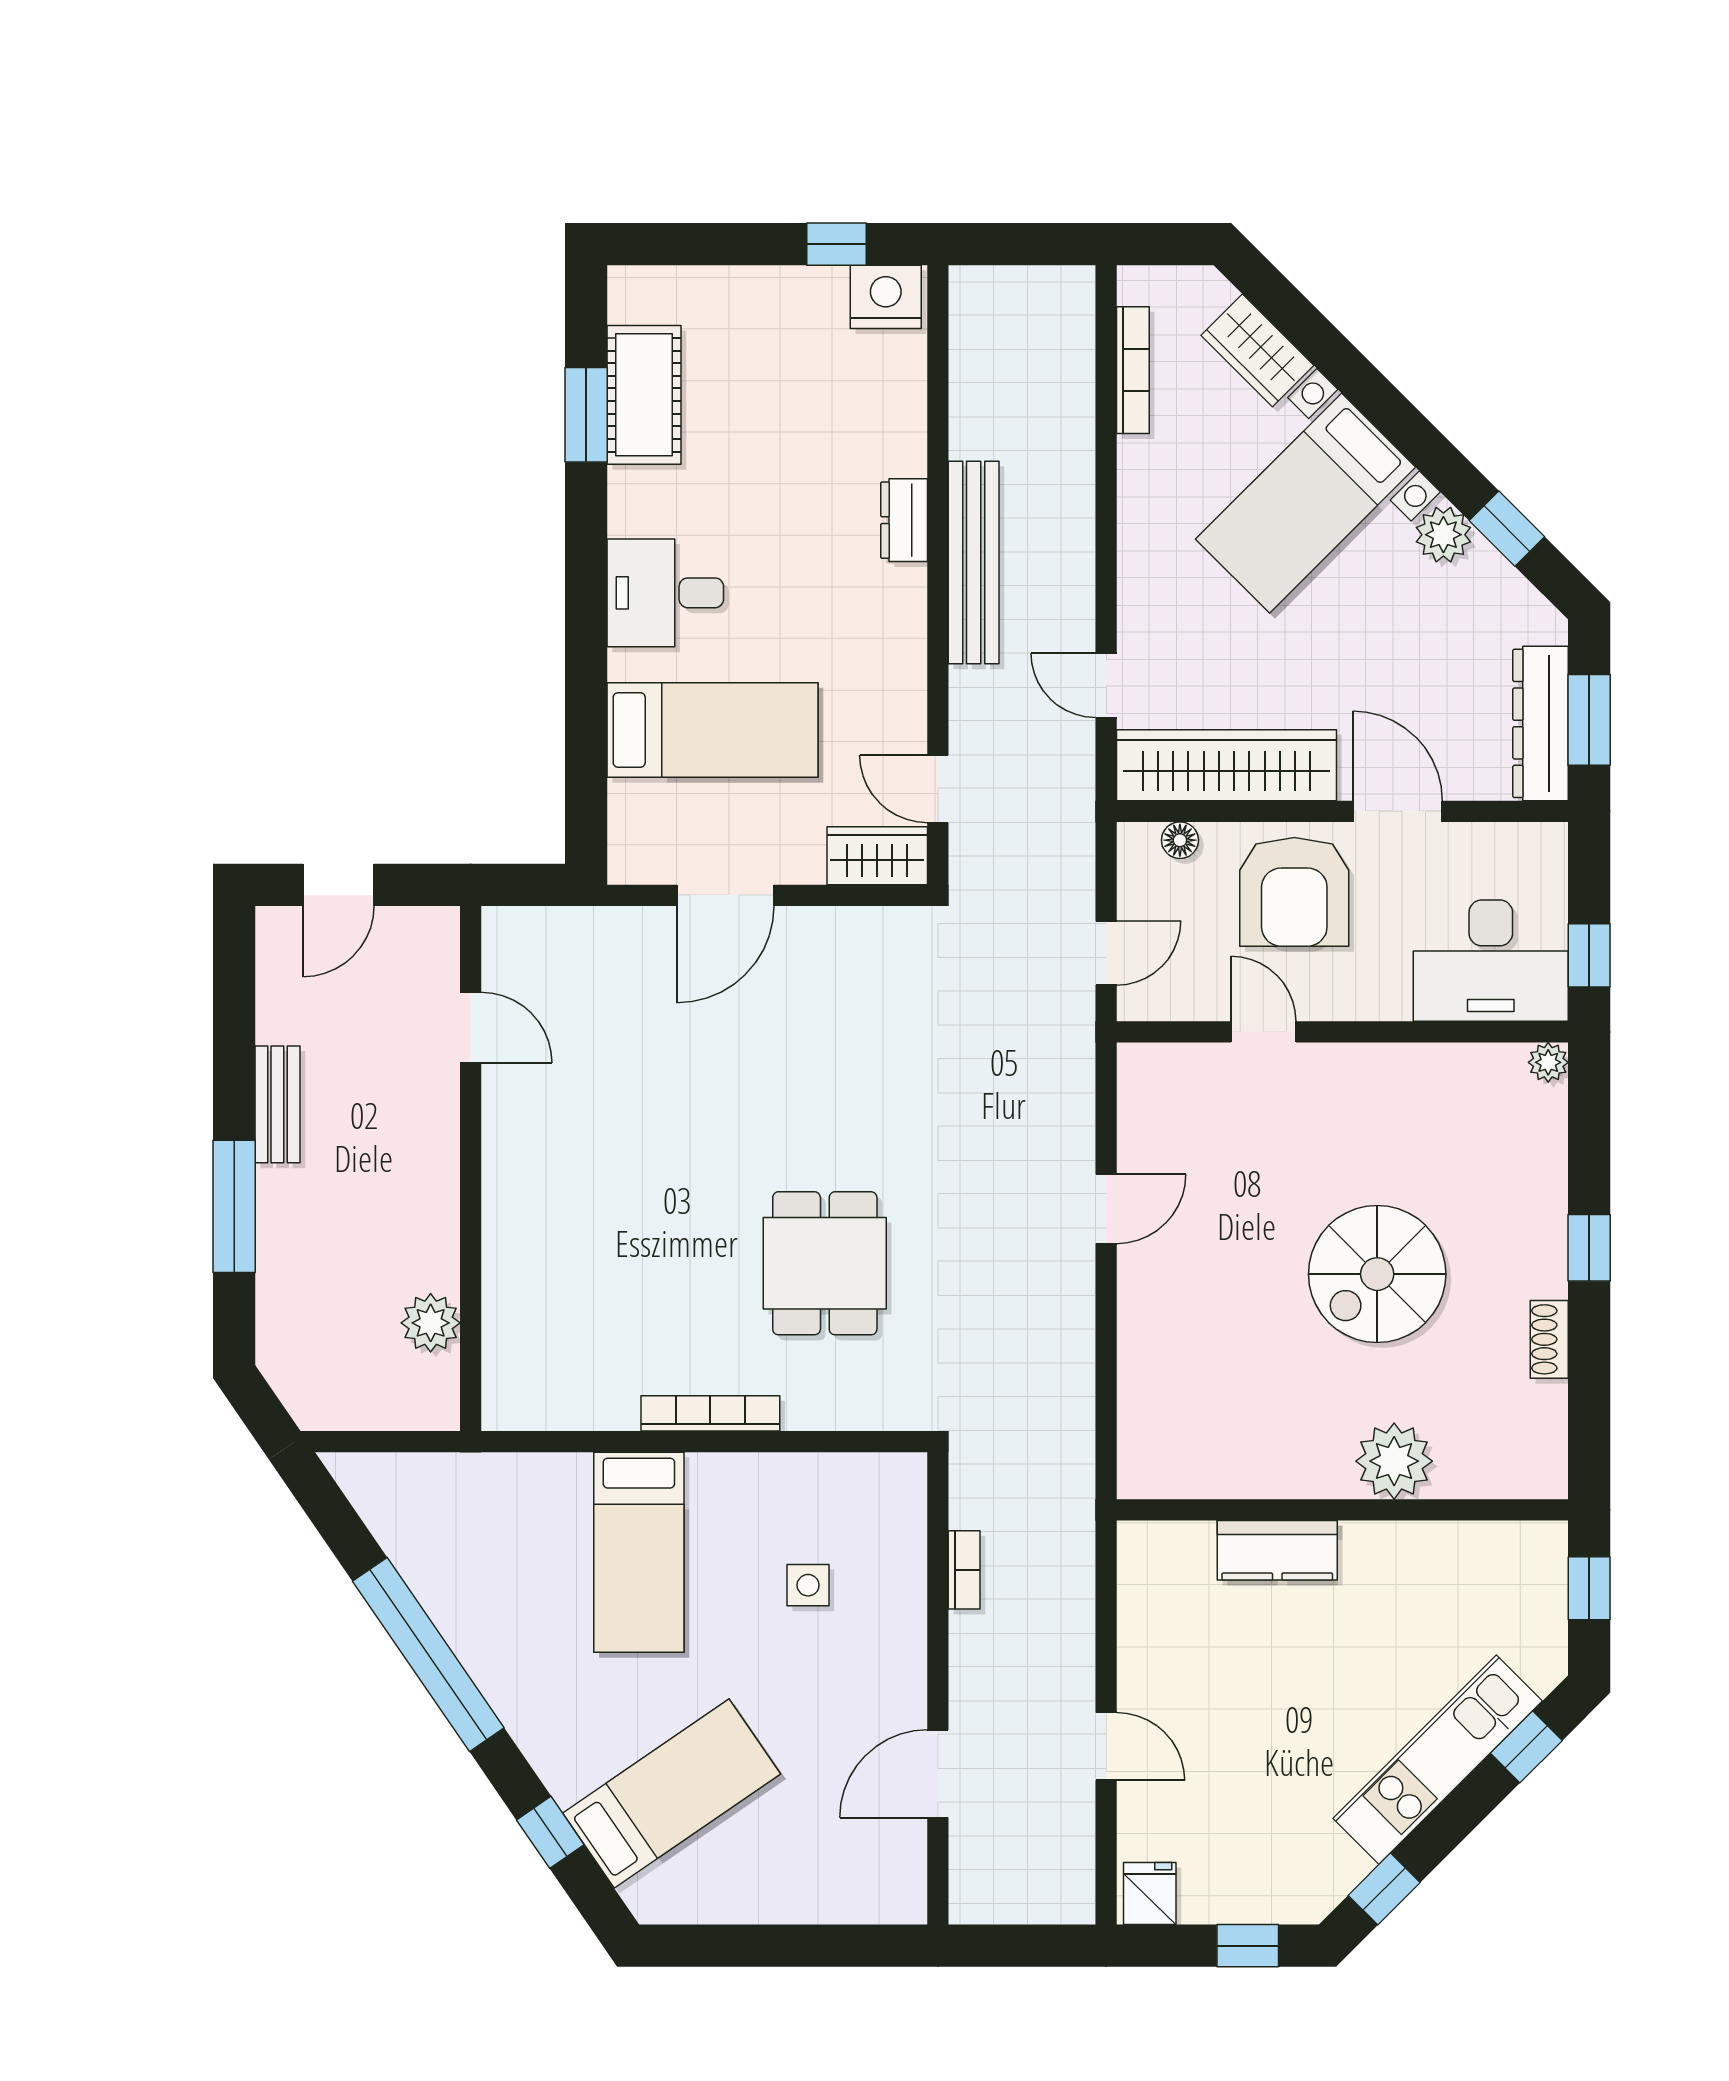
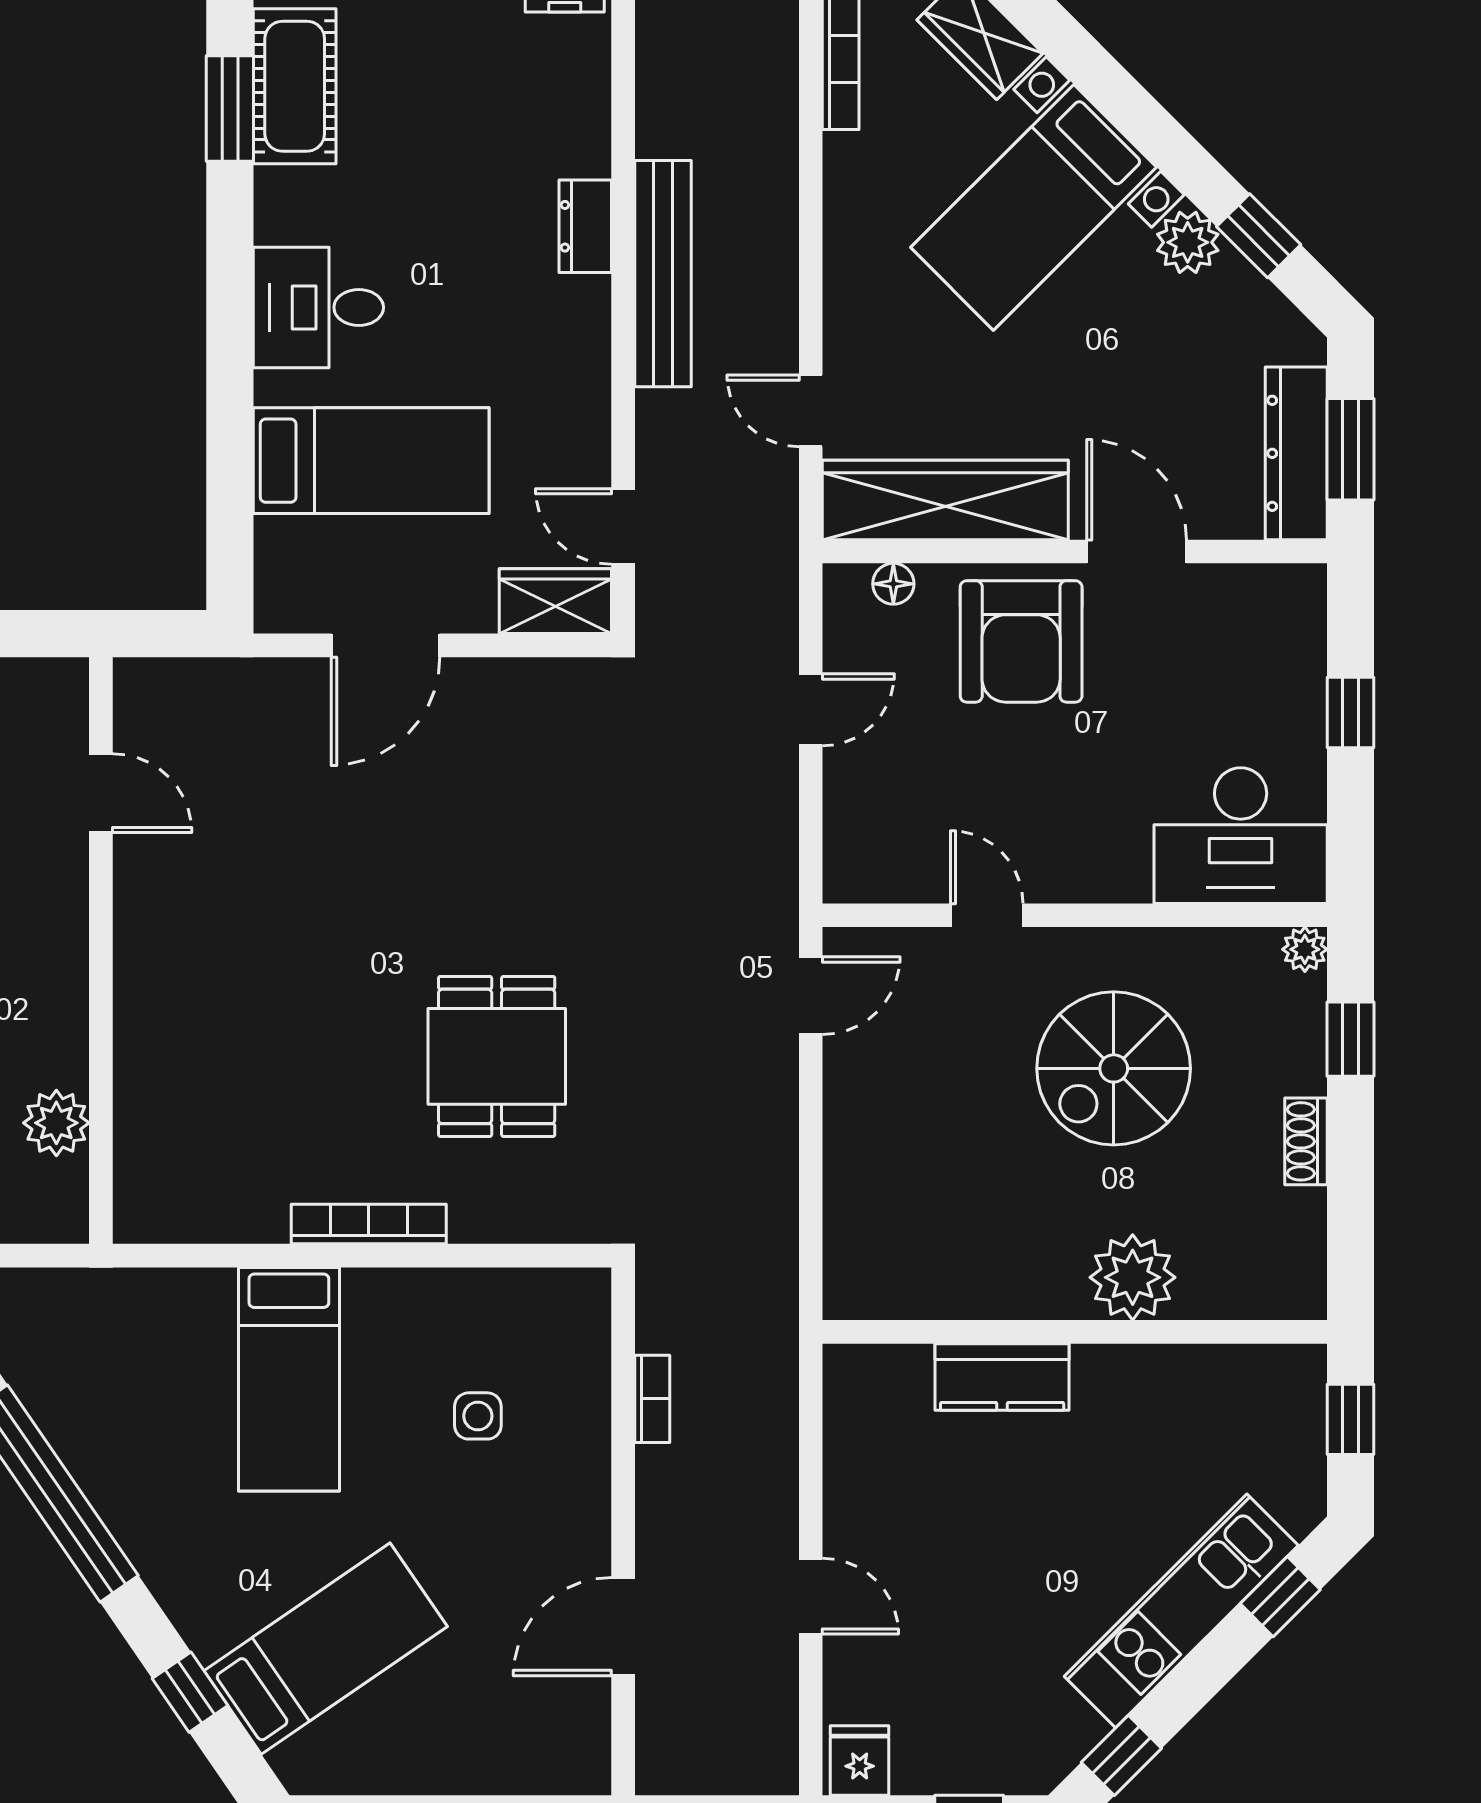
desk: (1491, 961) -> (1241, 836), moved
door: (1263, 1032) -> (987, 915), moved
wall: (1342, 1032) -> (1075, 915), moved
plant: (1548, 1062) -> (1305, 949), moved

